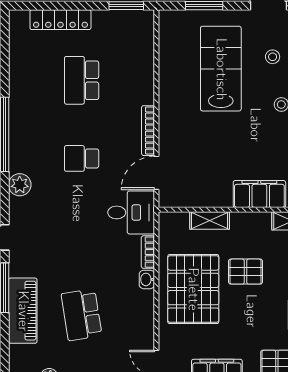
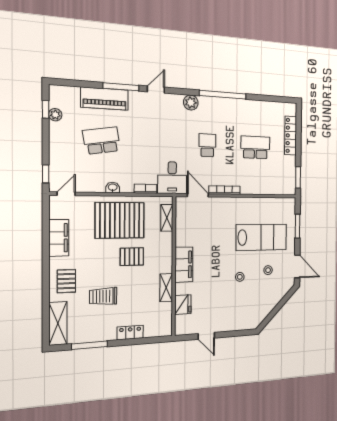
shelving: (210, 220) -> (167, 218), moved
pallet: (245, 272) -> (132, 257), turned 90
washbasin: (147, 279) -> (113, 187), moved

